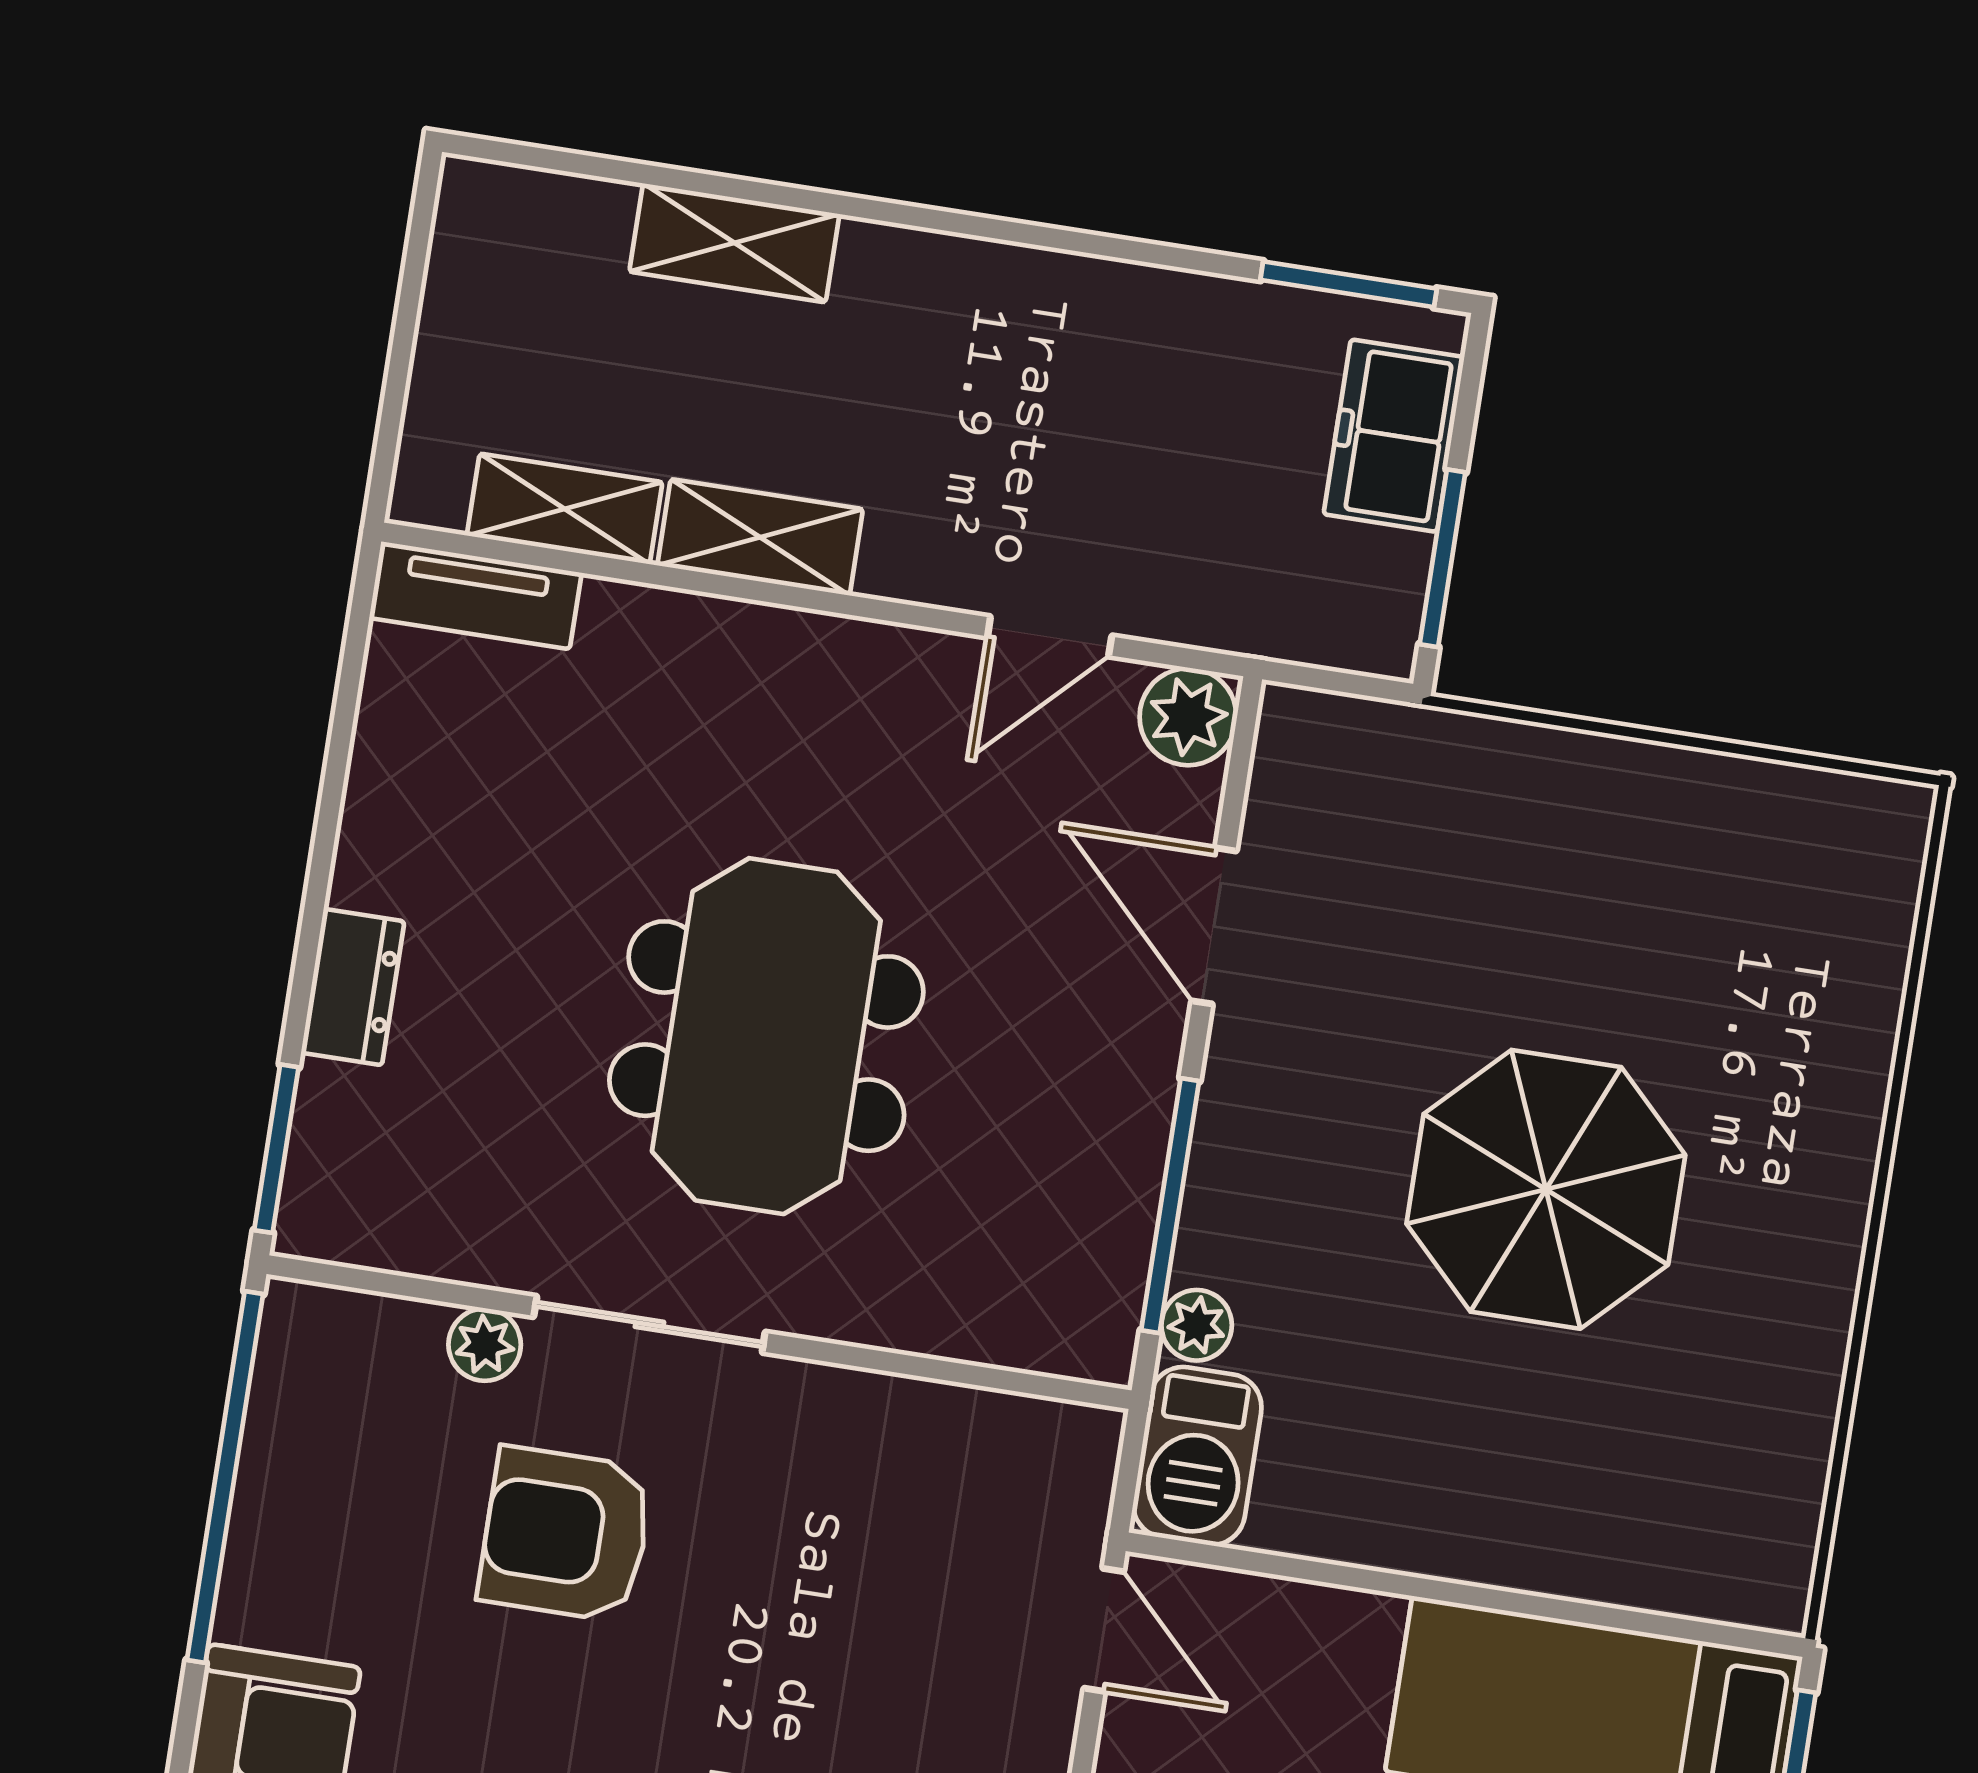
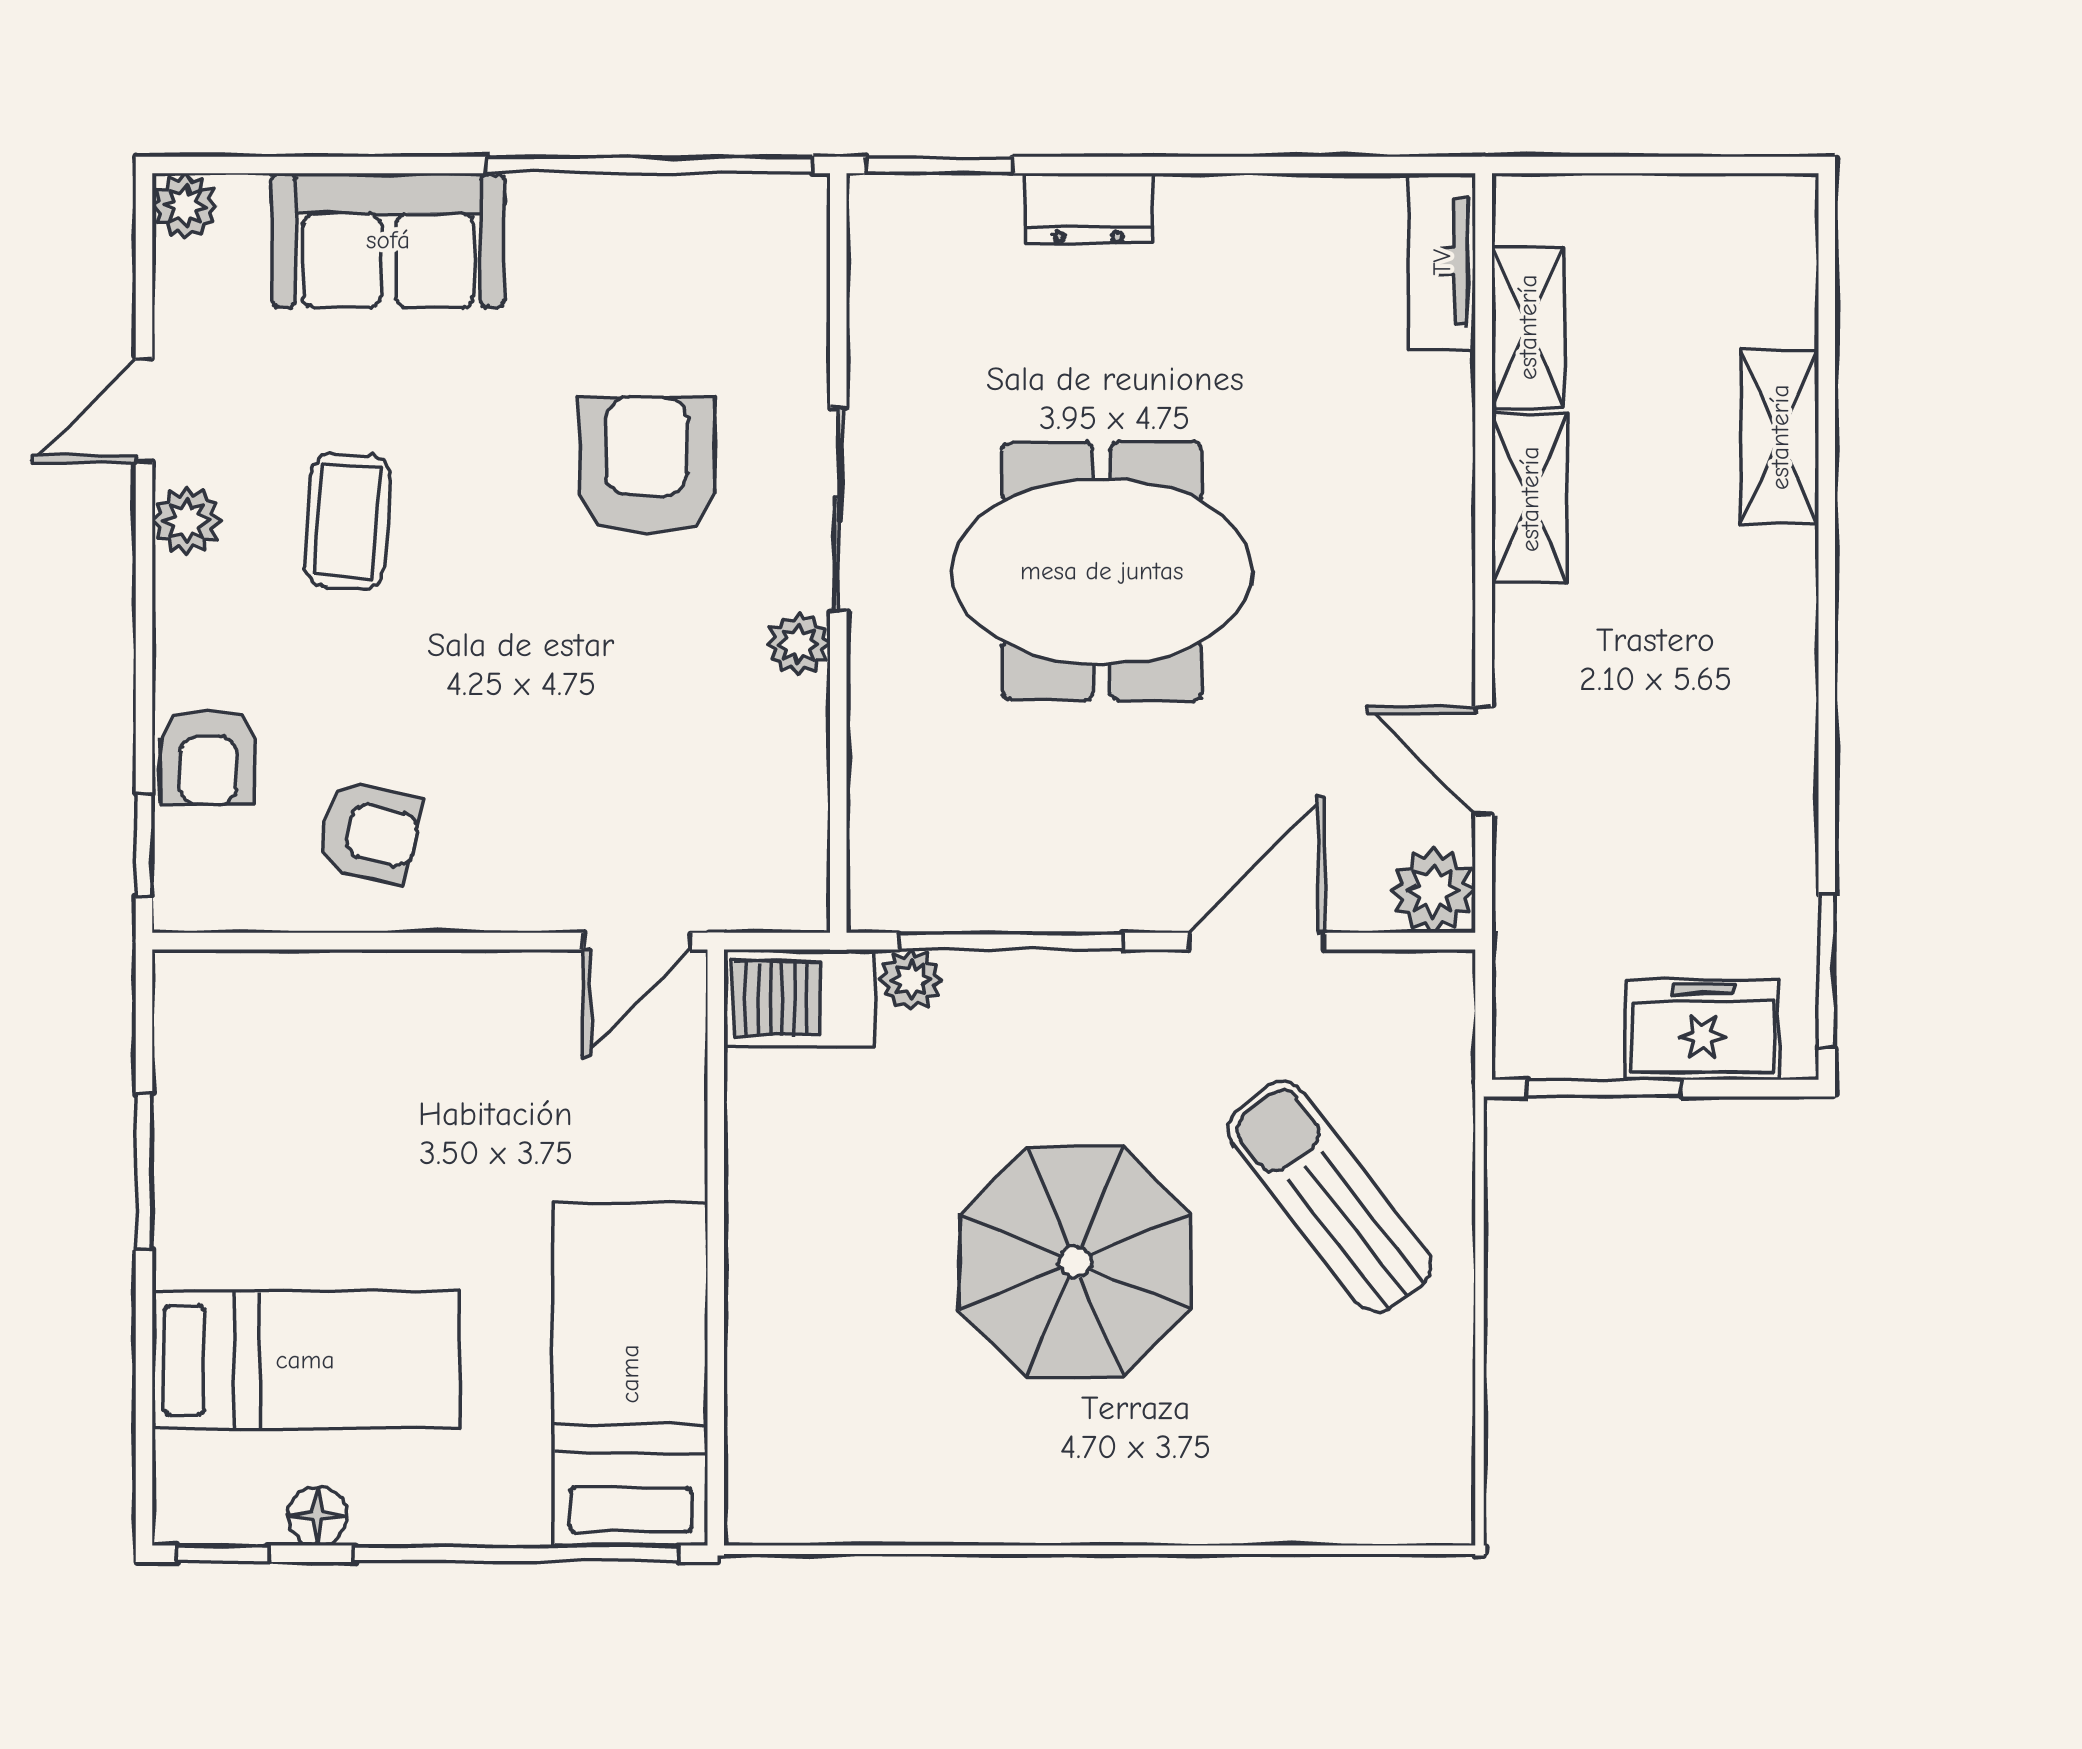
sun lounger: (1518, 889) -> (1330, 1197), added
plant: (485, 1345) -> (799, 644), moved

